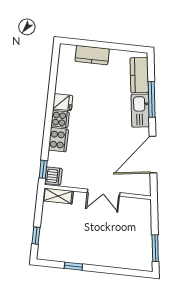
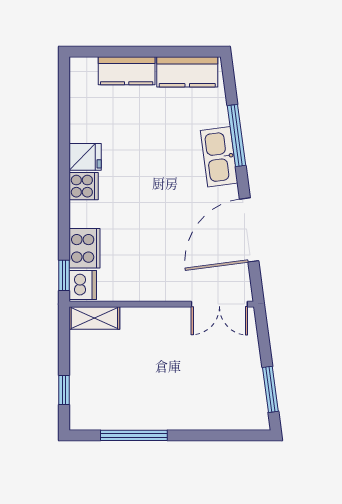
kitchen counter: (139, 75) -> (187, 72), moved, turned -82
cooker: (58, 140) -> (84, 248), moved
double door: (104, 193) -> (219, 304), moved
window: (73, 266) -> (134, 435), width x2.17

